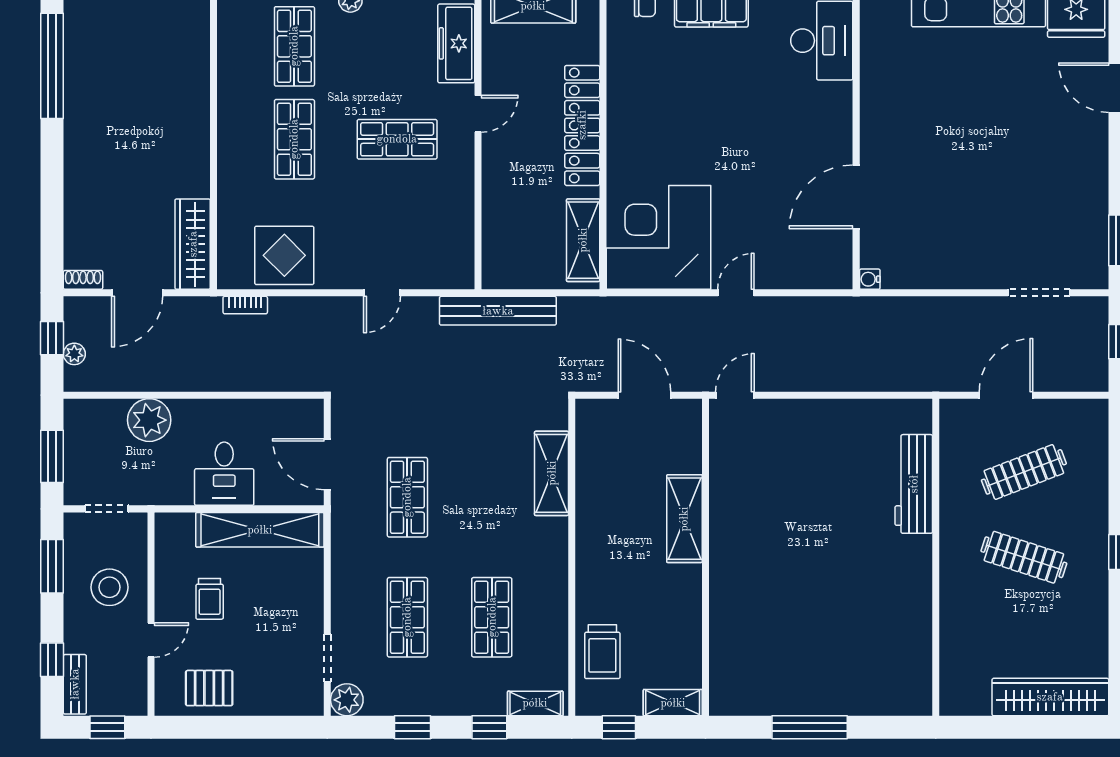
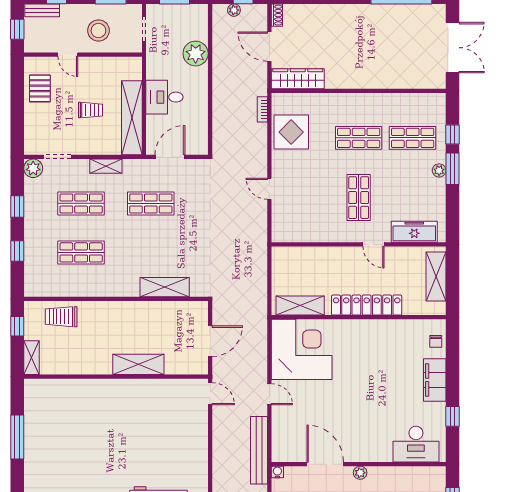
plant: (871, 137) -> (360, 473), added
bench: (498, 311) -> (259, 450), moved
trolley: (210, 599) -> (90, 110), moved, turned 180
shelving: (535, 703) -> (106, 166), moved, turned 90

